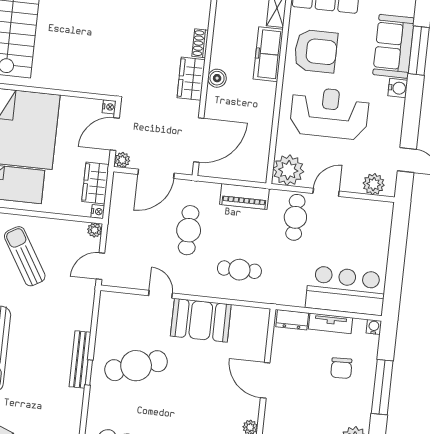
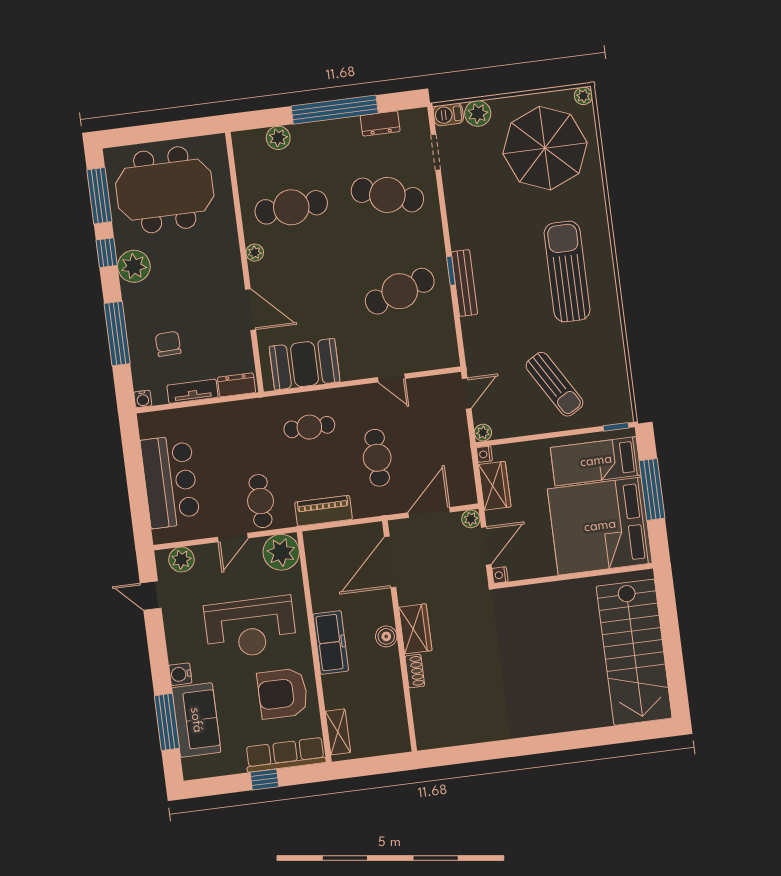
freezer: (268, 54) -> (331, 642), moved
bar counter: (346, 290) -> (170, 482), moved, turned -90
booth: (201, 320) -> (305, 364), moved

